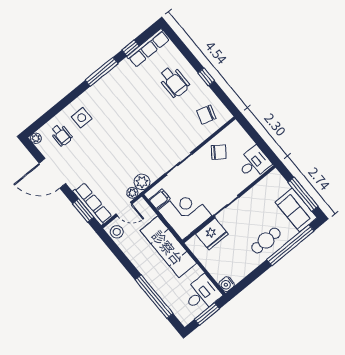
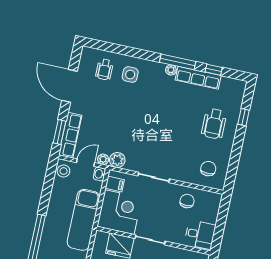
row of seats: (148, 48) -> (198, 78), moved
window: (206, 77) -> (244, 117), moved
chair: (206, 115) -> (208, 169), turned 73
plant: (36, 138) -> (171, 70), moved
chair: (219, 152) -> (187, 201), turned -126
washbasin: (142, 205) -> (99, 174), added
door: (124, 209) -> (86, 163), swing flipped

